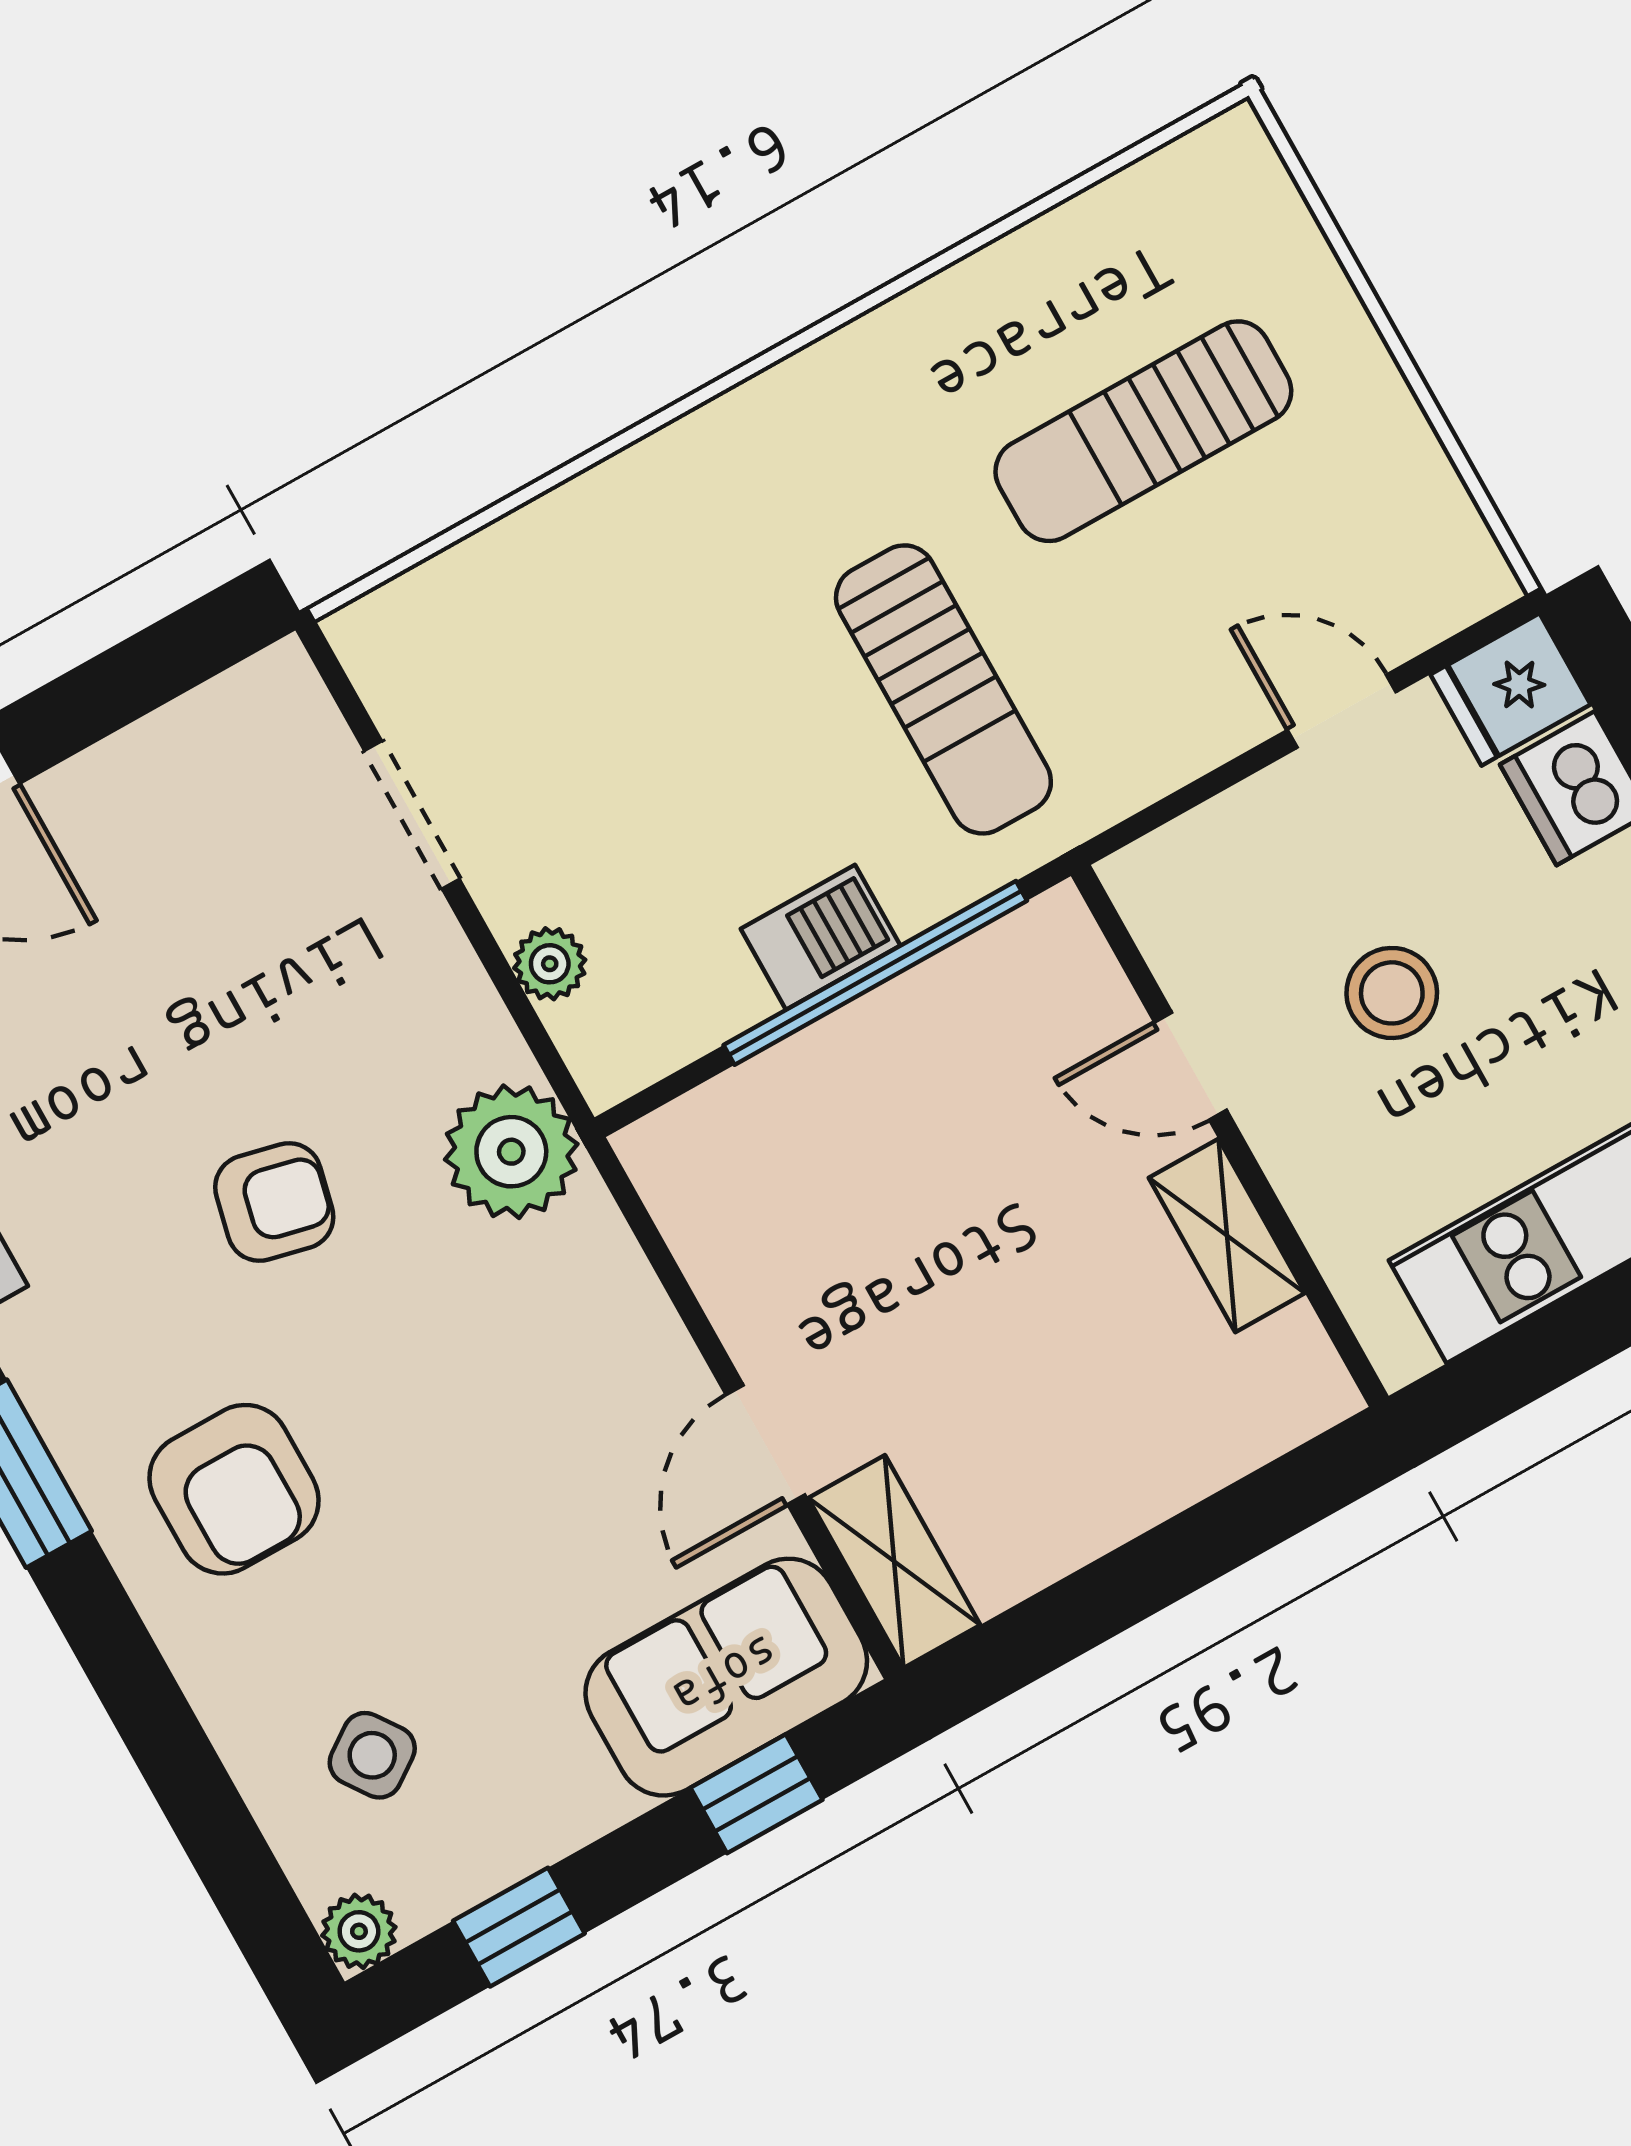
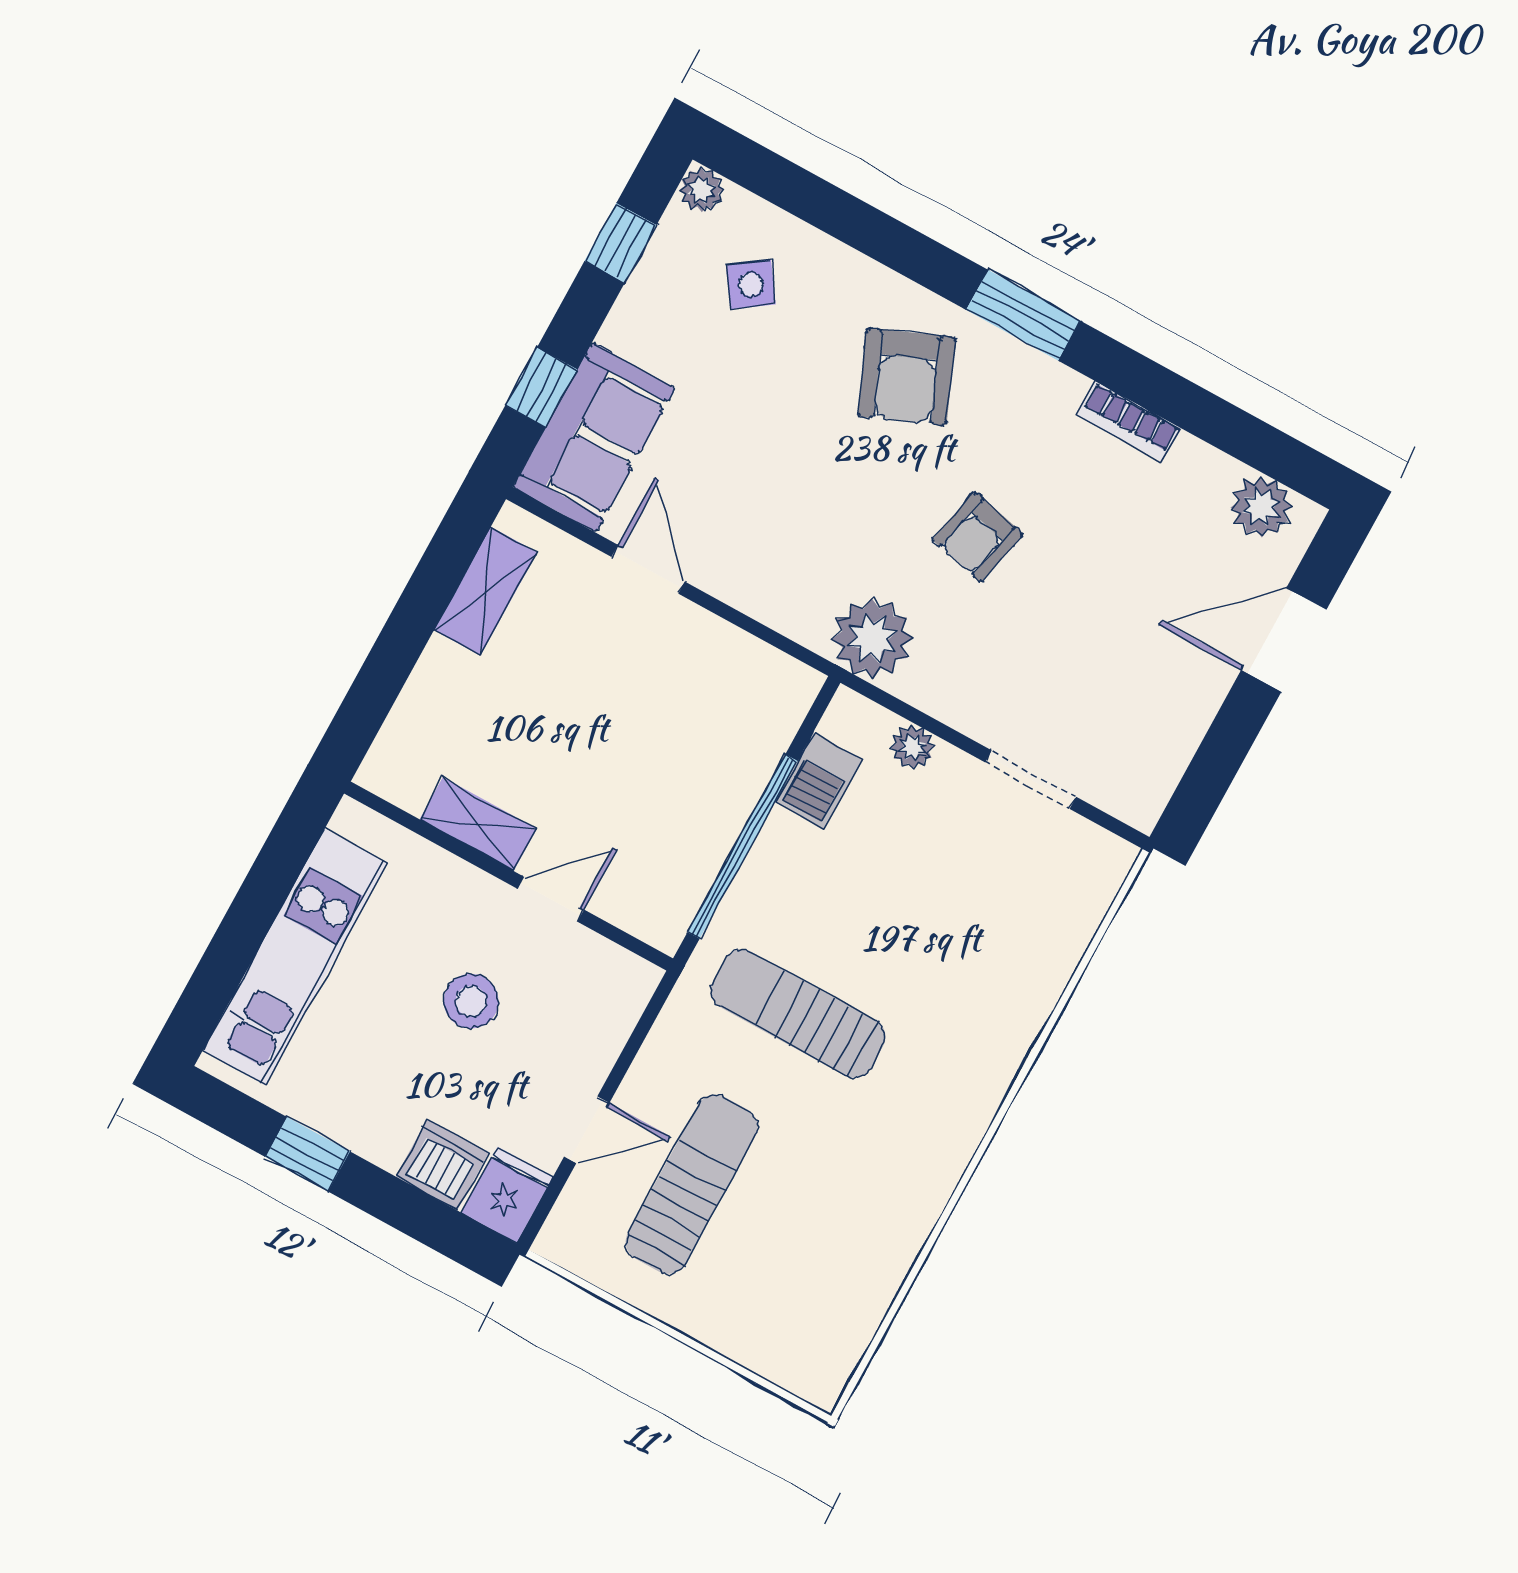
sun lounger: (1143, 431) -> (692, 1184), moved
barbecue: (821, 937) -> (819, 781), moved
armchair: (234, 1489) -> (907, 377), turned -113
shelving: (894, 1561) -> (485, 591), moved, turned 90

